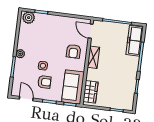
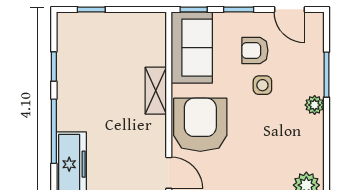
armchair: (73, 51) -> (200, 125), width x1.88, depth x1.88
shelving: (93, 57) -> (156, 91), moved
wardrobe: (90, 92) -> (153, 42), removed

